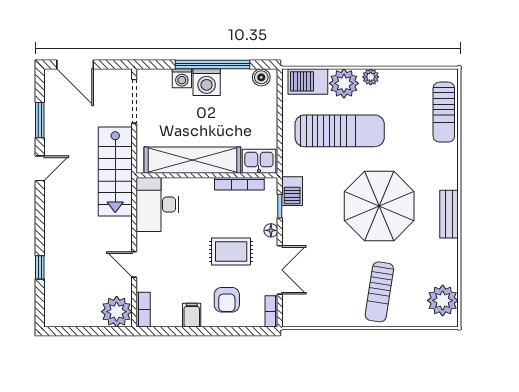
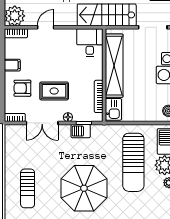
barbecue: (292, 191) -> (81, 131), moved
desk: (158, 205) -> (90, 43), width x0.73
rug: (231, 252) -> (54, 91), turned 90
sun lounger: (379, 292) -> (28, 188), turned -99

